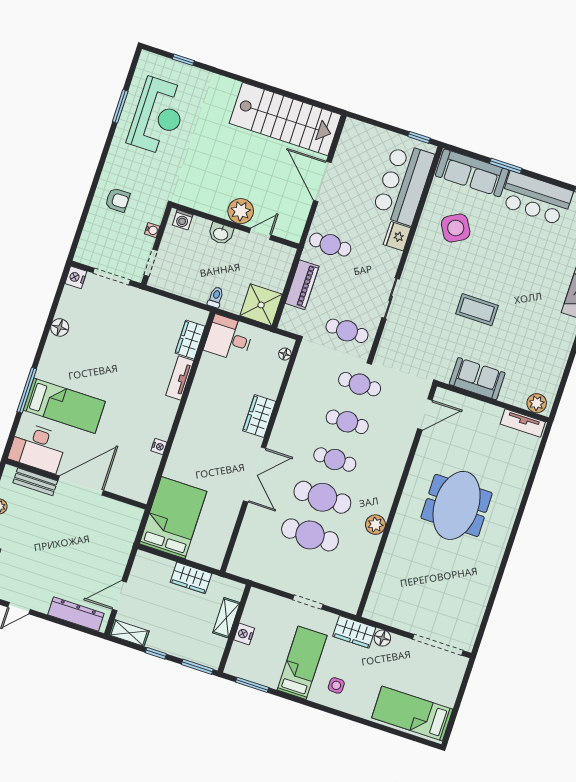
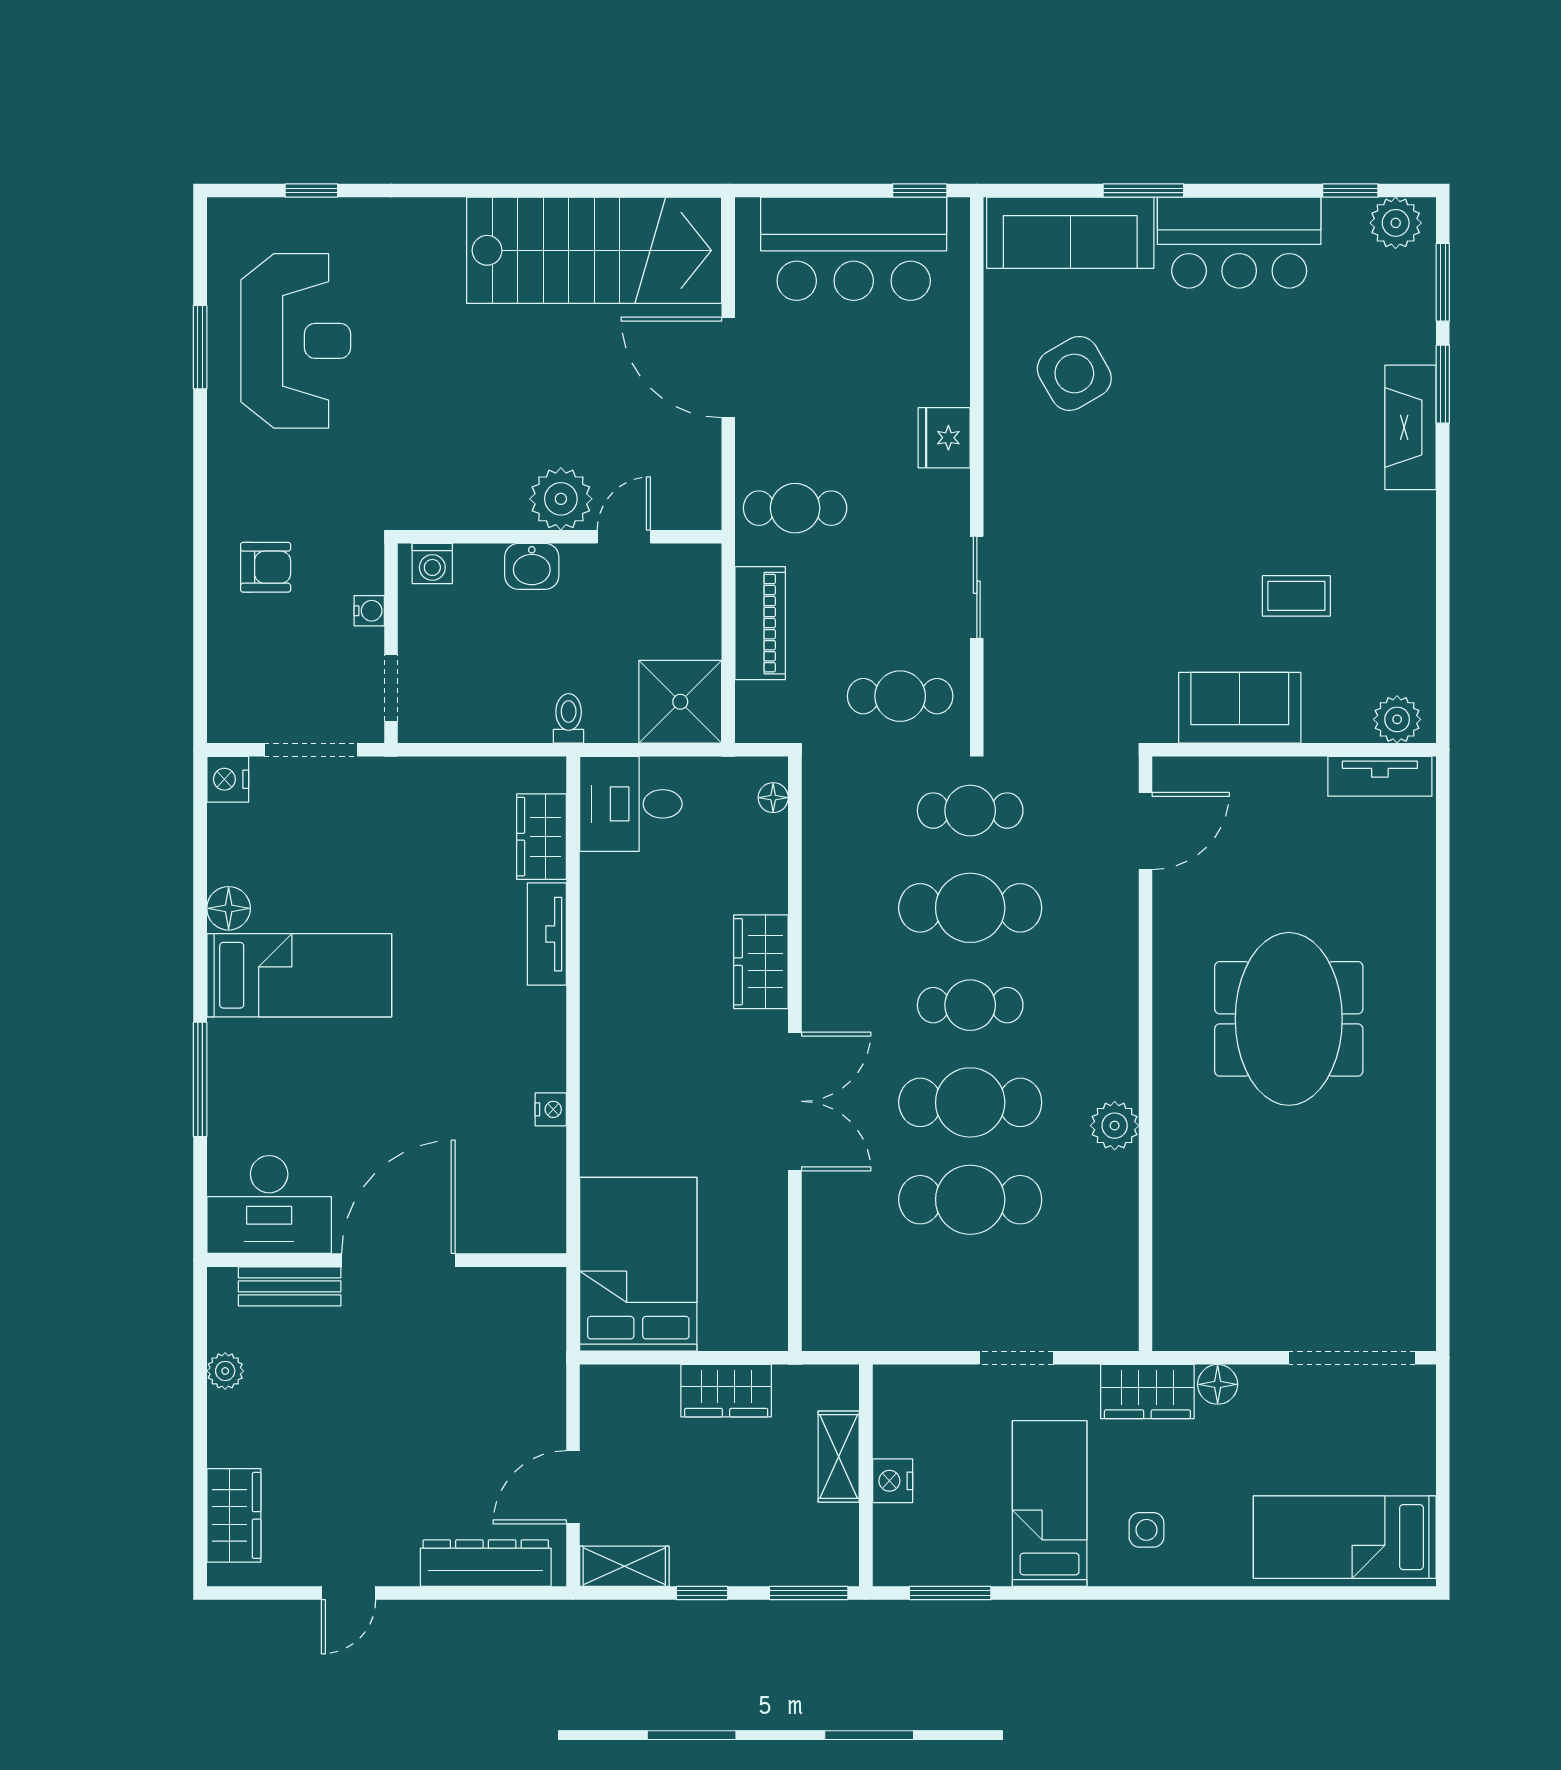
bar counter: (403, 184) -> (854, 249), moved, turned -90
coffee table: (477, 310) -> (1296, 596), moved, width x0.73, depth x0.77
bed: (64, 406) -> (299, 975), moved
cafe table: (347, 422) -> (970, 908), width x1.37, depth x1.35

